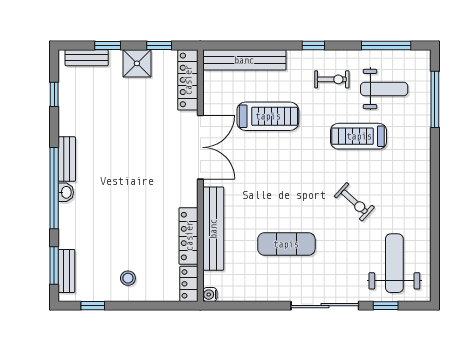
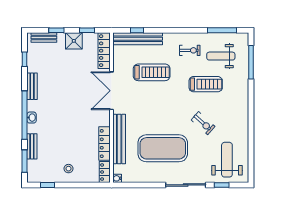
window: (313, 46) -> (137, 30), moved
weight bench: (384, 89) -> (221, 56), turned 180
treadmill: (359, 136) -> (206, 84), turned 180
double door: (200, 147) -> (112, 91), swing flipped
bench: (67, 159) -> (32, 86), moved
exercise mat: (286, 244) -> (163, 148), width x2.00, depth x1.45
bench: (66, 271) -> (32, 146), moved

